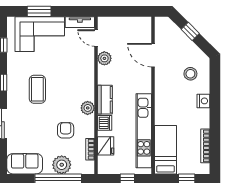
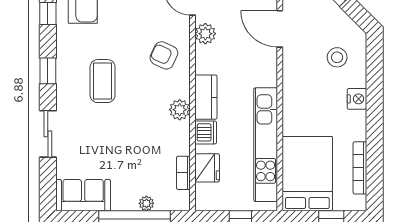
armchair: (66, 130) -> (164, 55), moved, turned -65
bed: (166, 150) -> (307, 174), width x1.50
plant: (62, 165) -> (146, 203), width x0.53, depth x0.53

